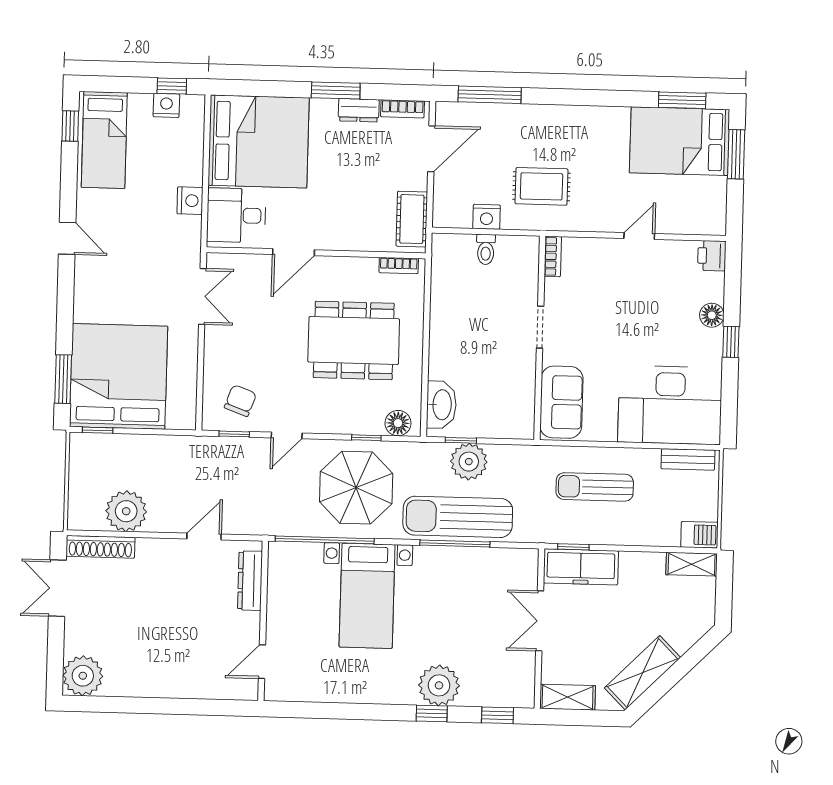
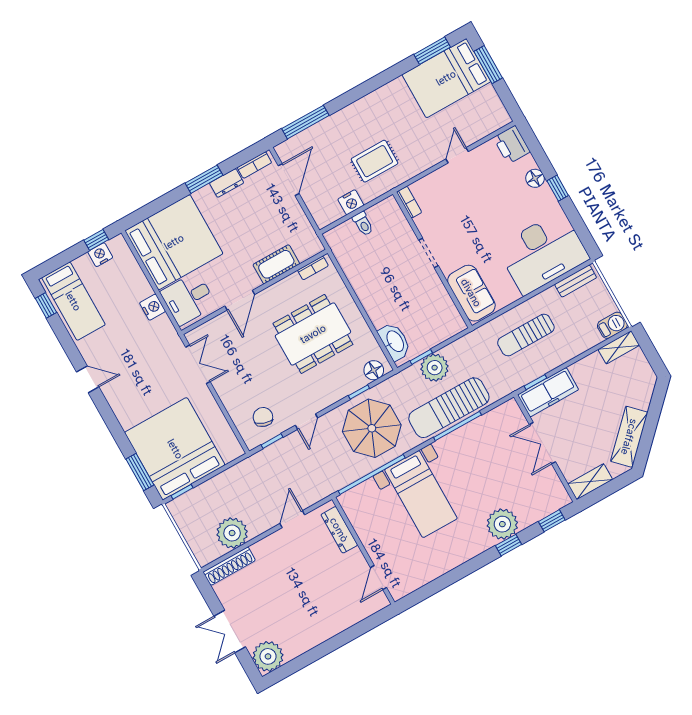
cot: (412, 219) -> (276, 264), moved, turned 90
printer: (712, 256) -> (512, 145), width x1.36, depth x1.24
double door: (57, 588) -> (230, 632), moved

